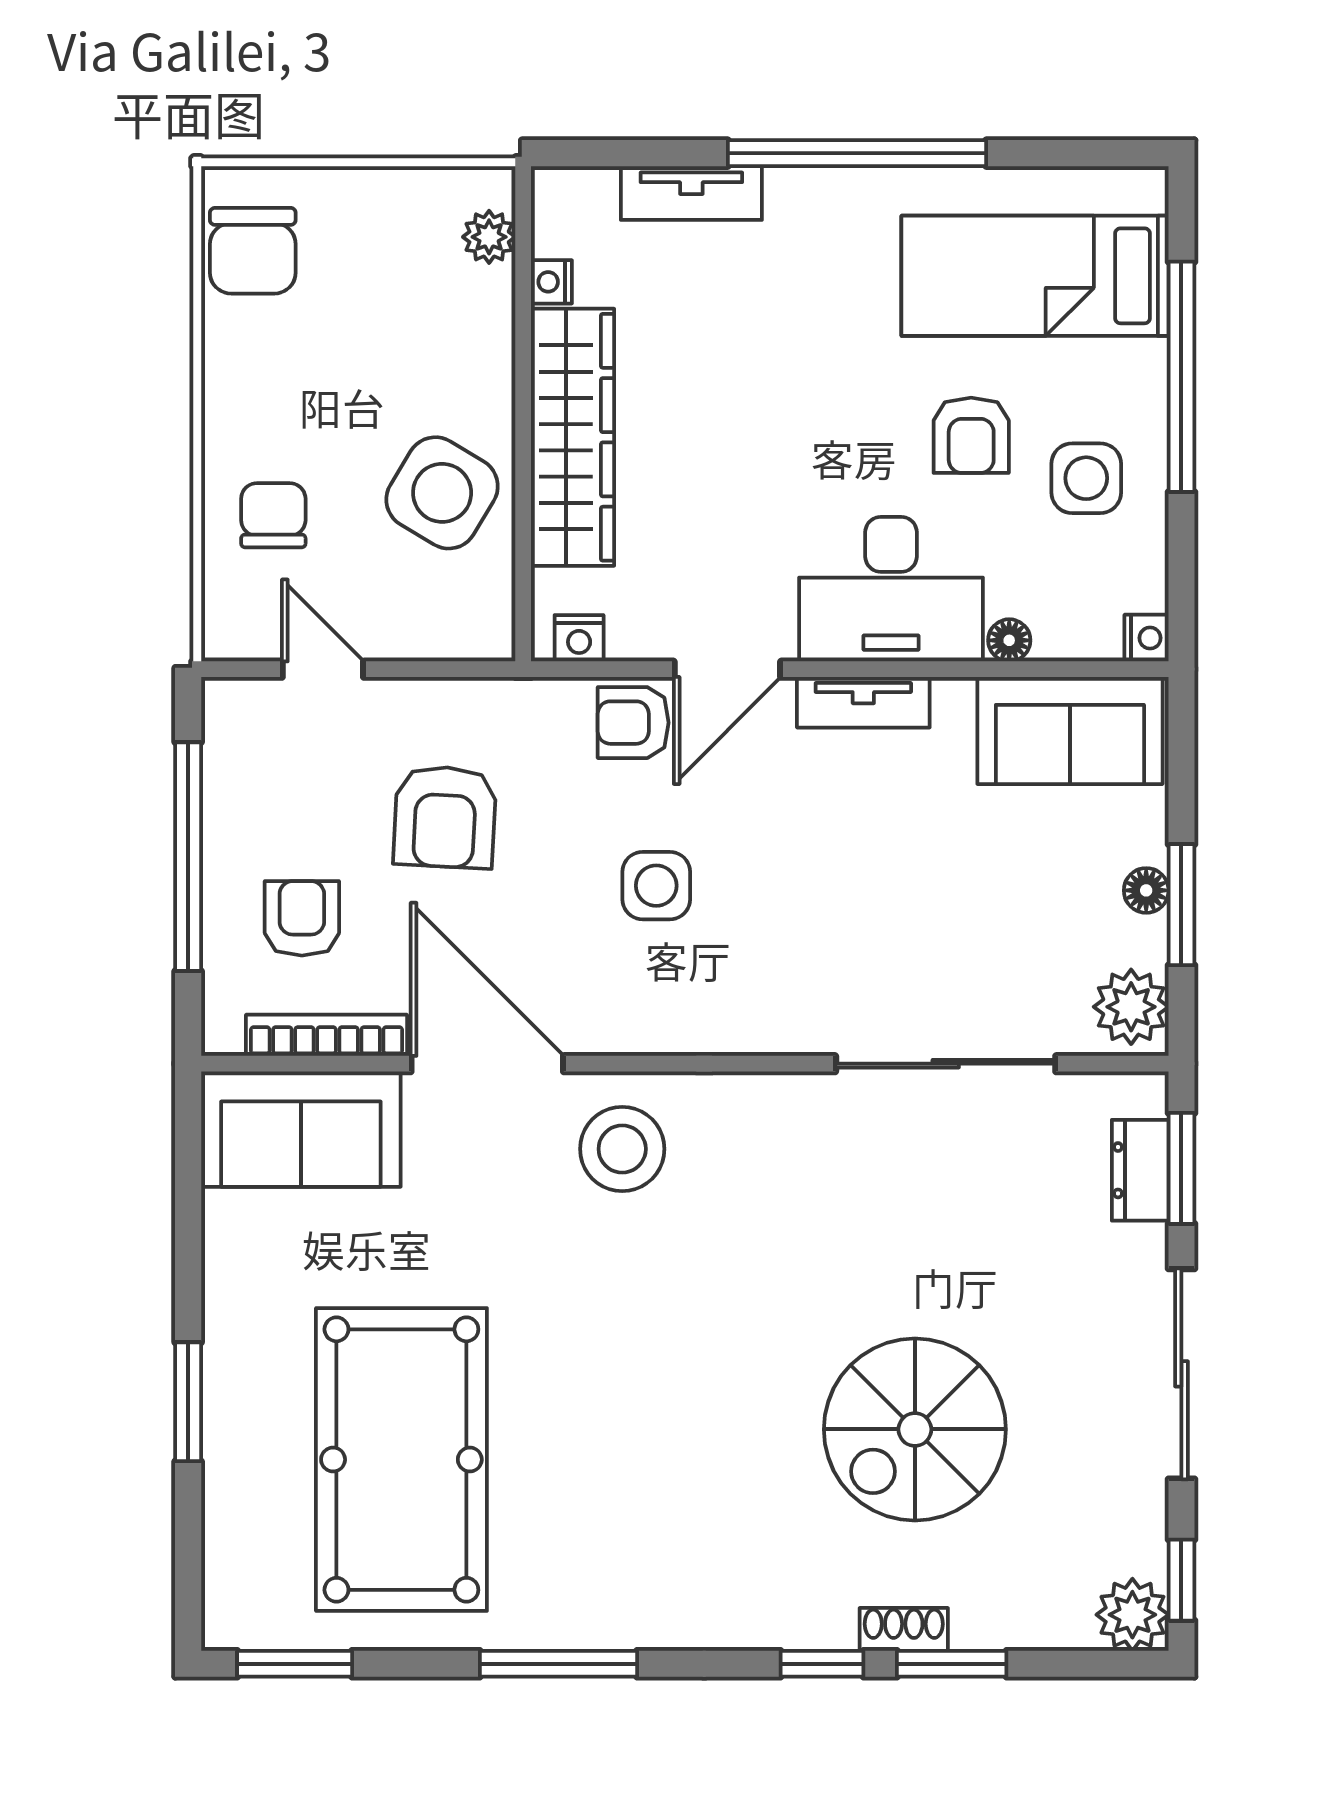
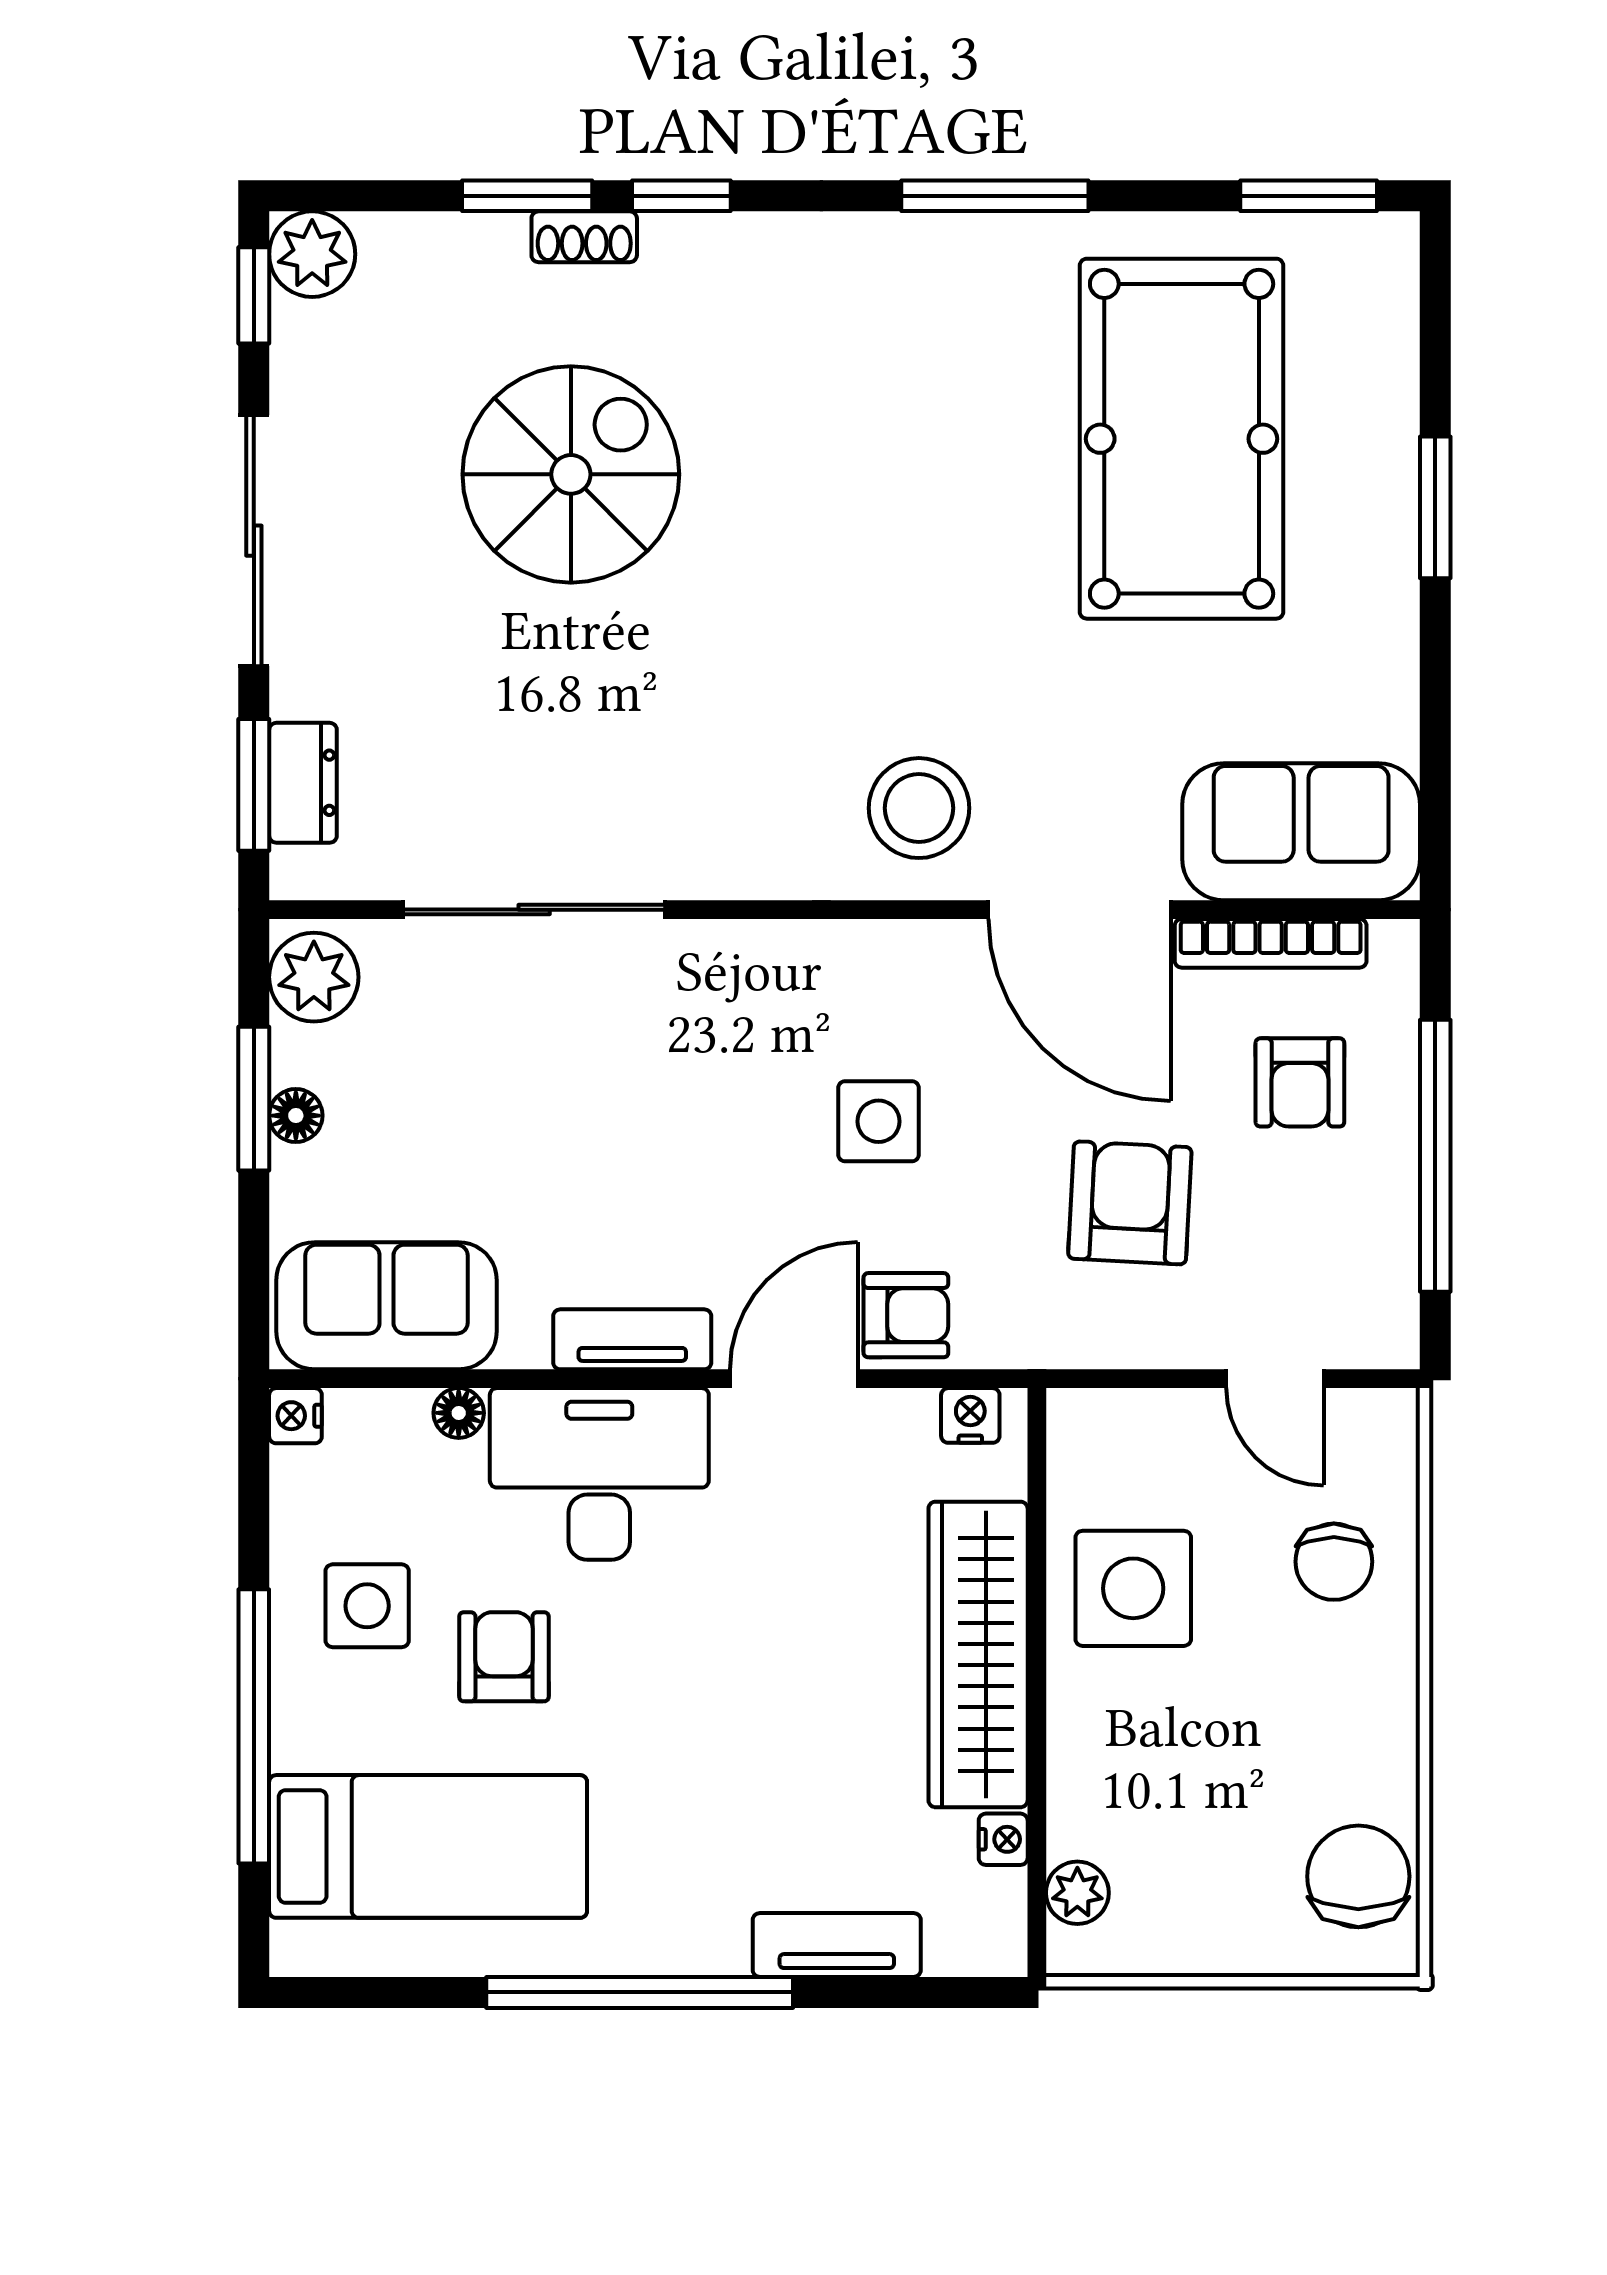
side table: (442, 493) -> (1133, 1588), turned -31

